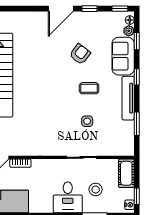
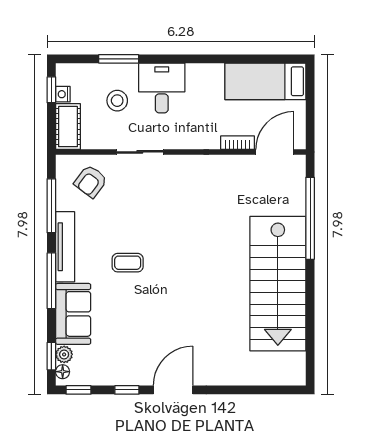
window: (137, 41) -> (51, 356), moved
armchair: (80, 54) -> (91, 181), moved
window: (137, 77) -> (51, 281), width x2.17
side table: (87, 121) -> (131, 210), removed
window: (137, 124) -> (51, 206), width x1.44
nightstand: (130, 205) -> (63, 94), moved

